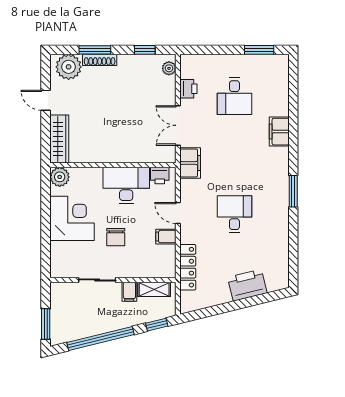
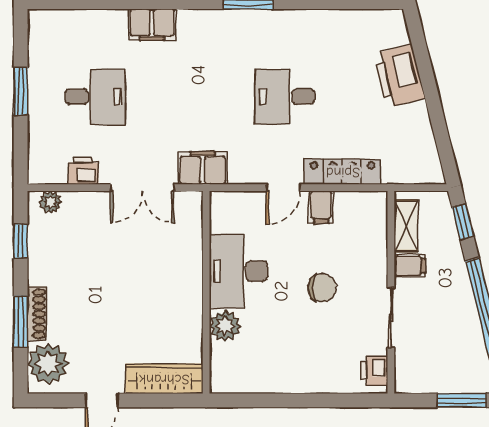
window: (259, 50) -> (21, 91), moved
printer: (160, 175) -> (374, 370), moved, turned 180
plant: (60, 177) -> (225, 326), moved
corner desk: (72, 218) -> (292, 358), removed
locker: (188, 267) -> (343, 172), moved

